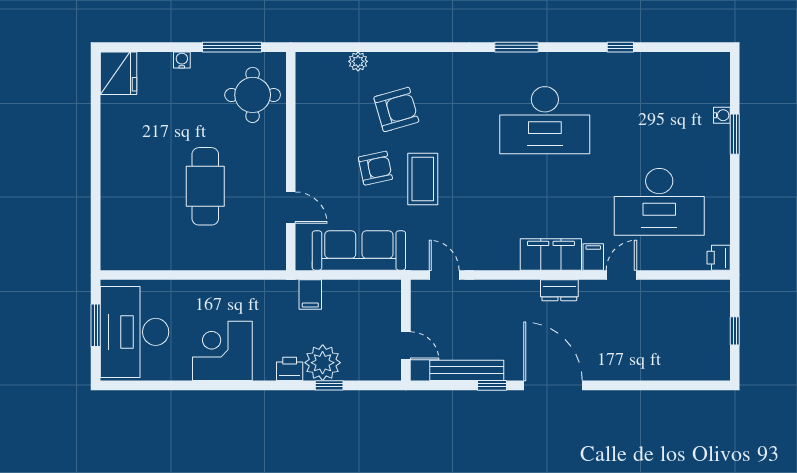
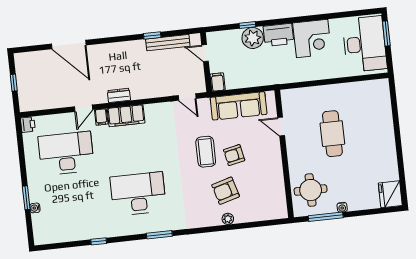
water cooler: (182, 60) -> (342, 207), moved
plant: (358, 61) -> (228, 219), moved
filing cabinet: (310, 295) -> (218, 82), moved
window: (96, 325) -> (386, 33), moved
printer: (290, 369) -> (278, 35), width x1.87, depth x1.48
door: (553, 385) -> (69, 45), moved

